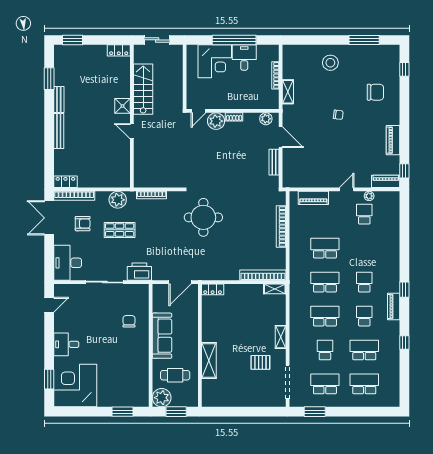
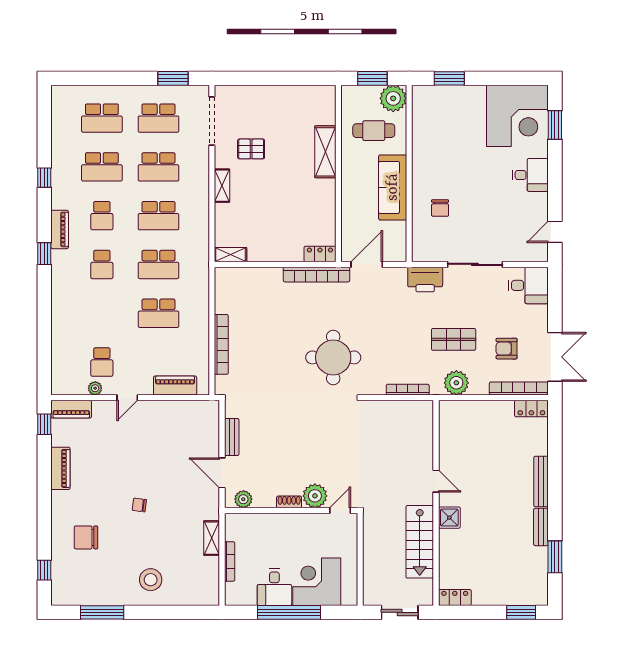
desk: (68, 263) -> (528, 285), width x0.73
bookcase: (263, 275) -> (317, 275), moved
school desk: (325, 350) -> (158, 167), width x1.85

